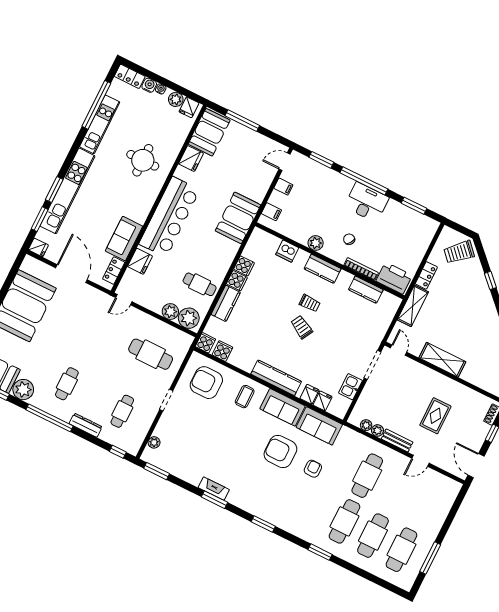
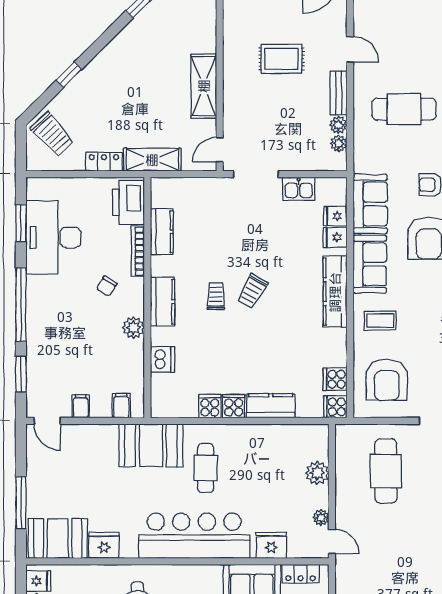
desk: (367, 202) -> (53, 237), moved, width x1.36, depth x1.30
cafe table: (200, 284) -> (206, 468), moved
plant: (189, 318) -> (321, 518), moved, width x0.53, depth x0.53

